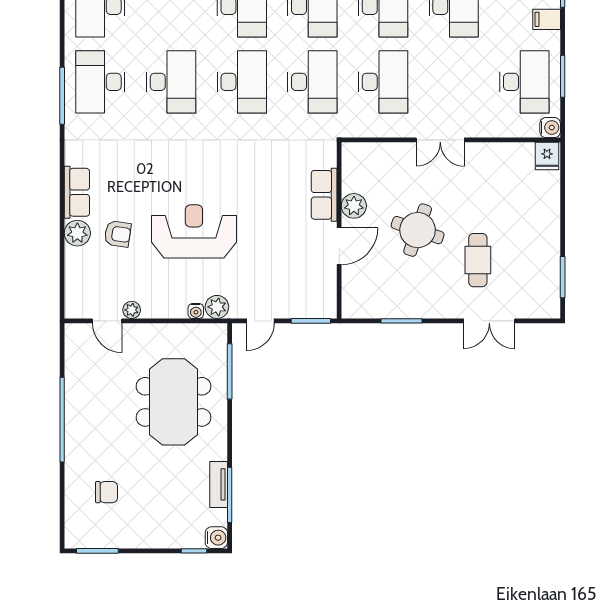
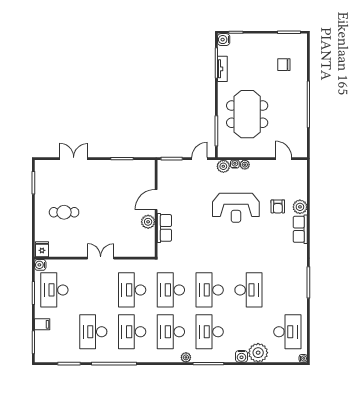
desk: (100, 82) -> (287, 290), removed
desk: (171, 82) -> (248, 290), turned 180
round table: (418, 230) -> (113, 209), removed
armchair: (118, 234) -> (278, 206), turned -98
cafe table: (478, 260) -> (64, 212), moved, turned 90
plant: (132, 310) -> (245, 165), moved

